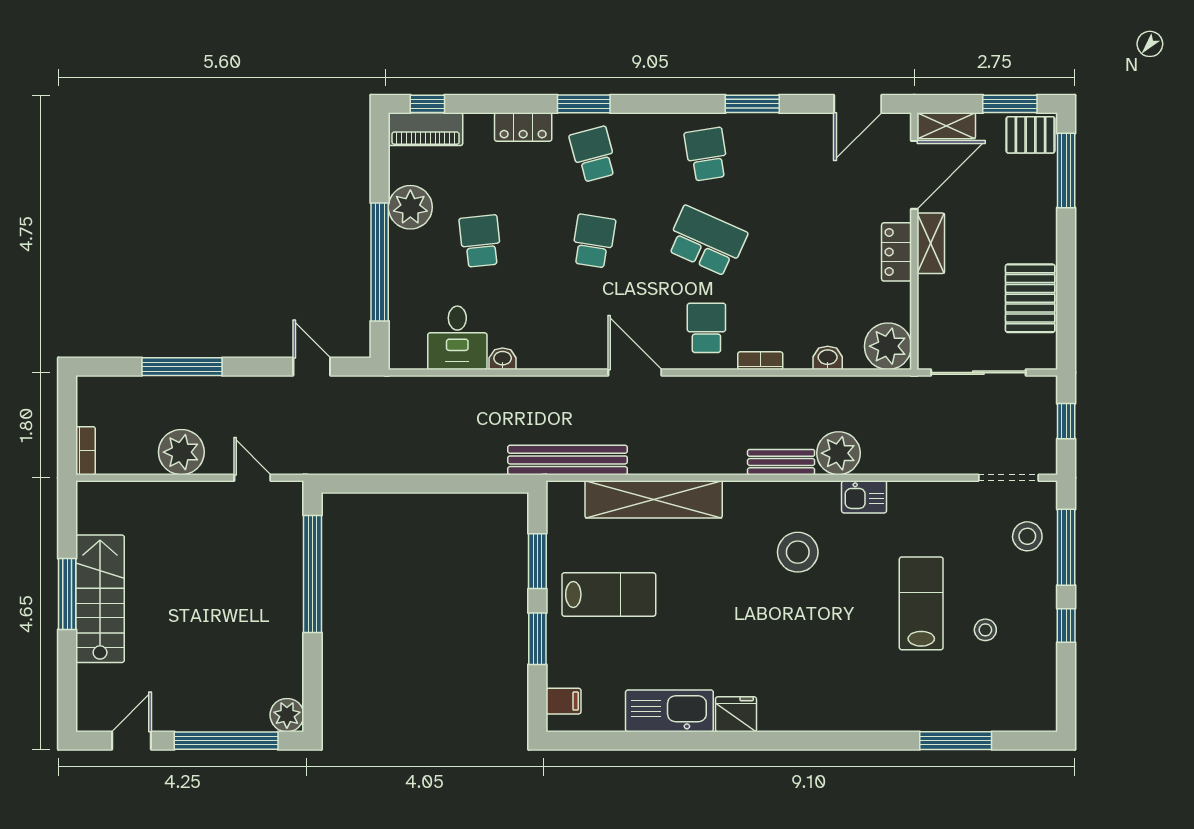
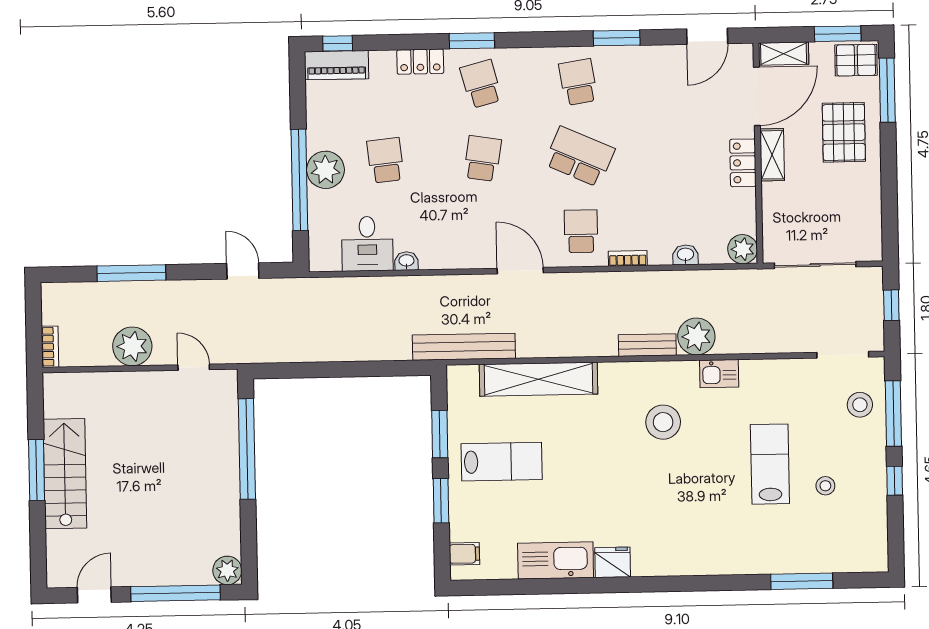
plant: (410, 207) -> (326, 170), moved
pallet: (1030, 298) -> (844, 132), moved
plant: (888, 346) -> (743, 249), width x0.73, depth x0.73

